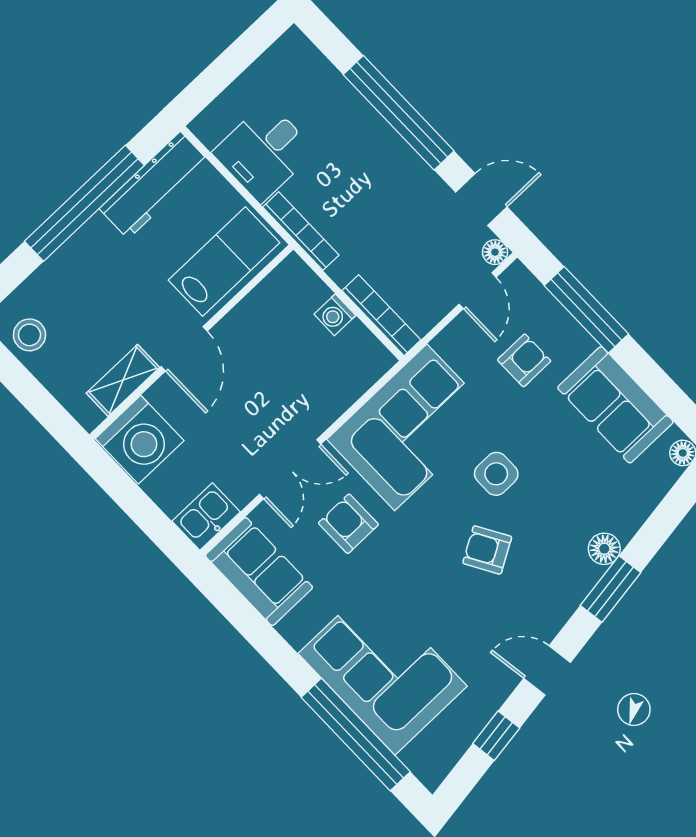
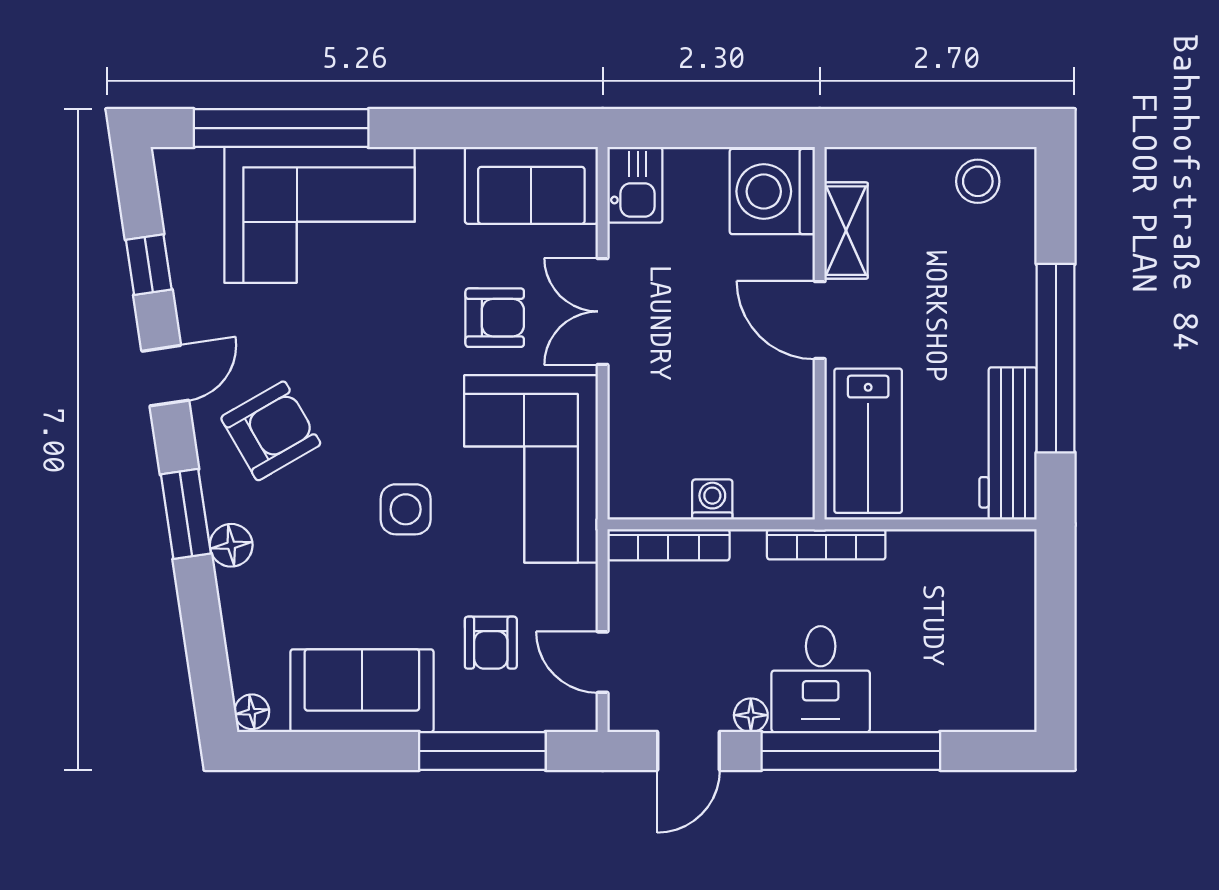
desk: (264, 152) -> (821, 679), moved, turned 180
floor lamp: (495, 252) -> (751, 715), moved
armchair: (487, 550) -> (271, 431), moved, width x1.38, depth x1.38

